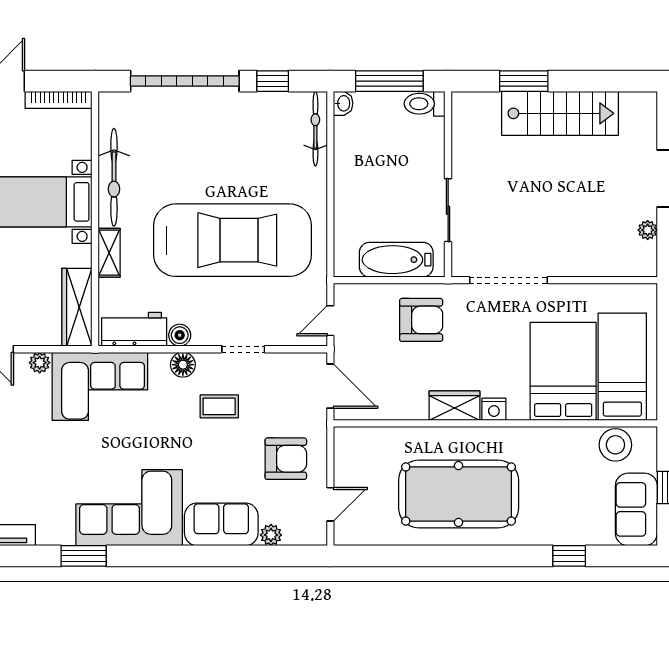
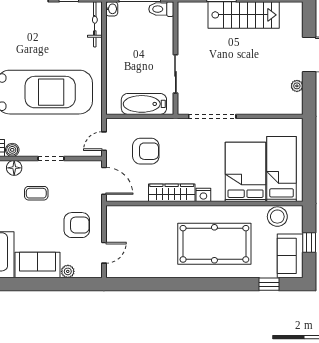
armchair: (421, 320) -> (146, 151), moved
wardrobe: (454, 406) -> (172, 193), width x1.50
pool table: (459, 494) -> (214, 244), moved
window: (569, 556) -> (269, 284), moved

